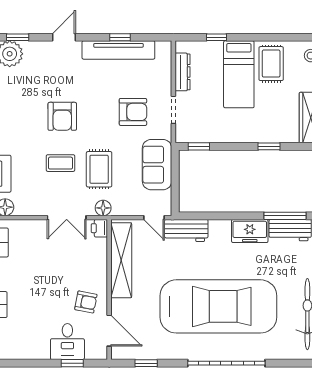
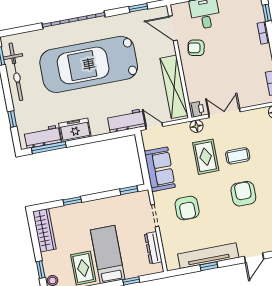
armchair: (133, 112) -> (187, 208), turned -90

